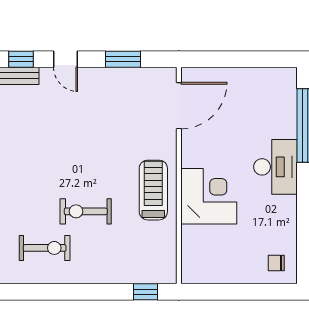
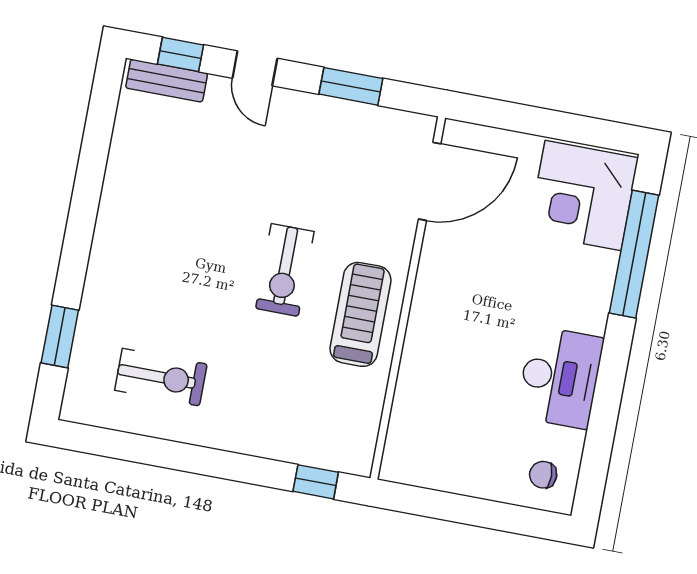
desk: (275, 167) -> (560, 377), moved
corner desk: (209, 196) -> (583, 196), moved, turned 180
exercise bike: (86, 211) -> (285, 270), moved, turned -90

